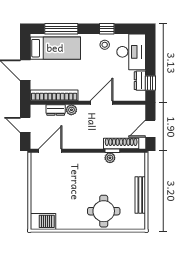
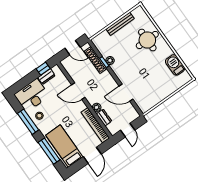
window: (107, 29) -> (28, 122), width x2.17
door: (50, 151) -> (126, 93), moved
barbecue: (43, 221) -> (175, 65), moved

